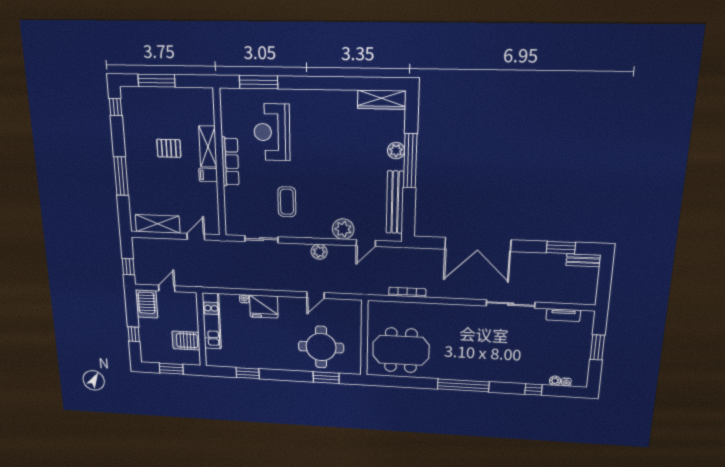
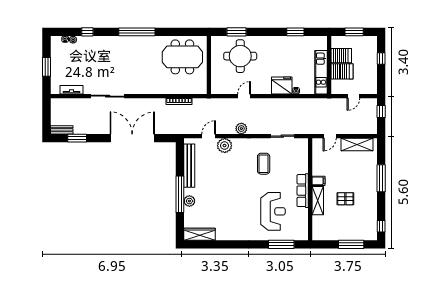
server rack: (147, 304) -> (342, 71), moved, turned 90

